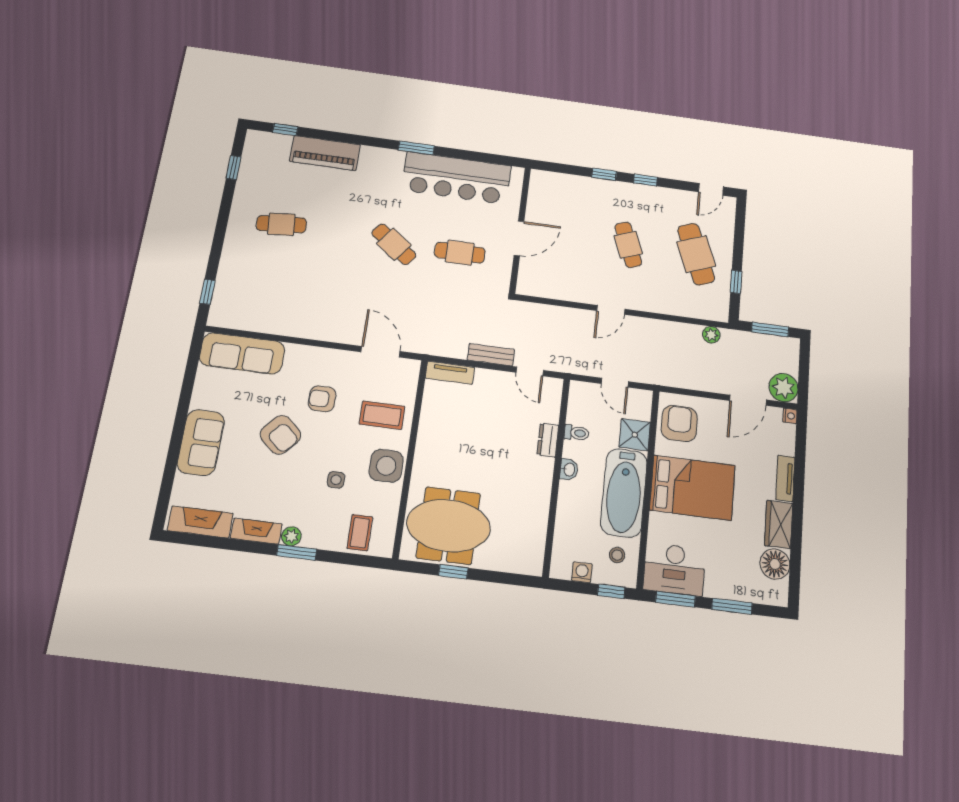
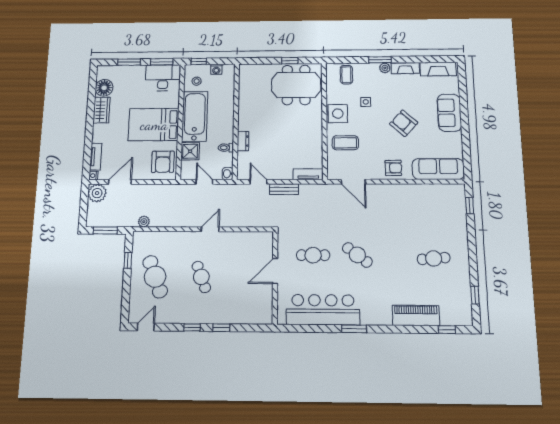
armchair: (322, 399) -> (393, 168), moved
washbasin: (569, 469) -> (228, 174), moved
tv unit: (785, 478) -> (96, 157), moved

